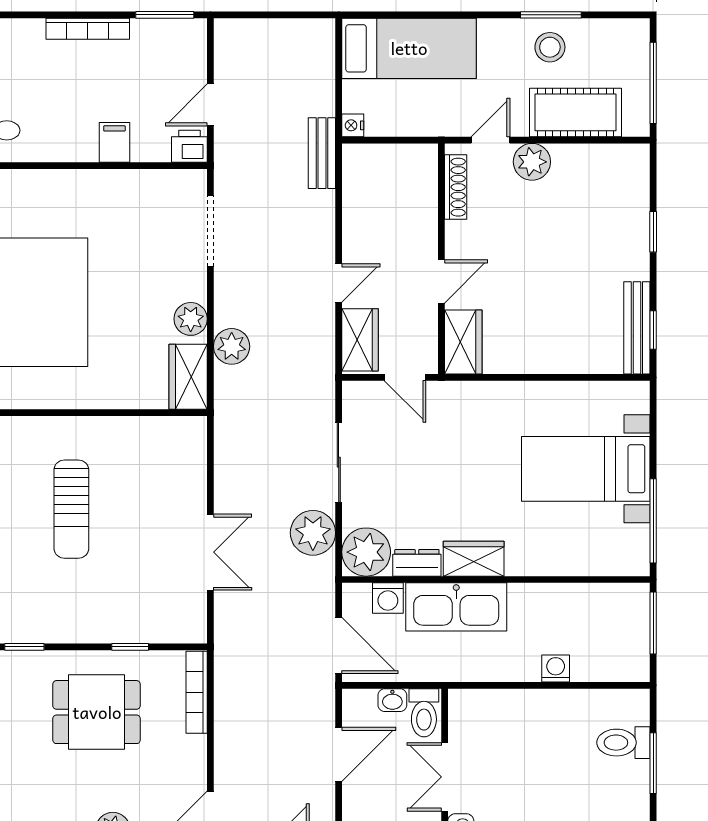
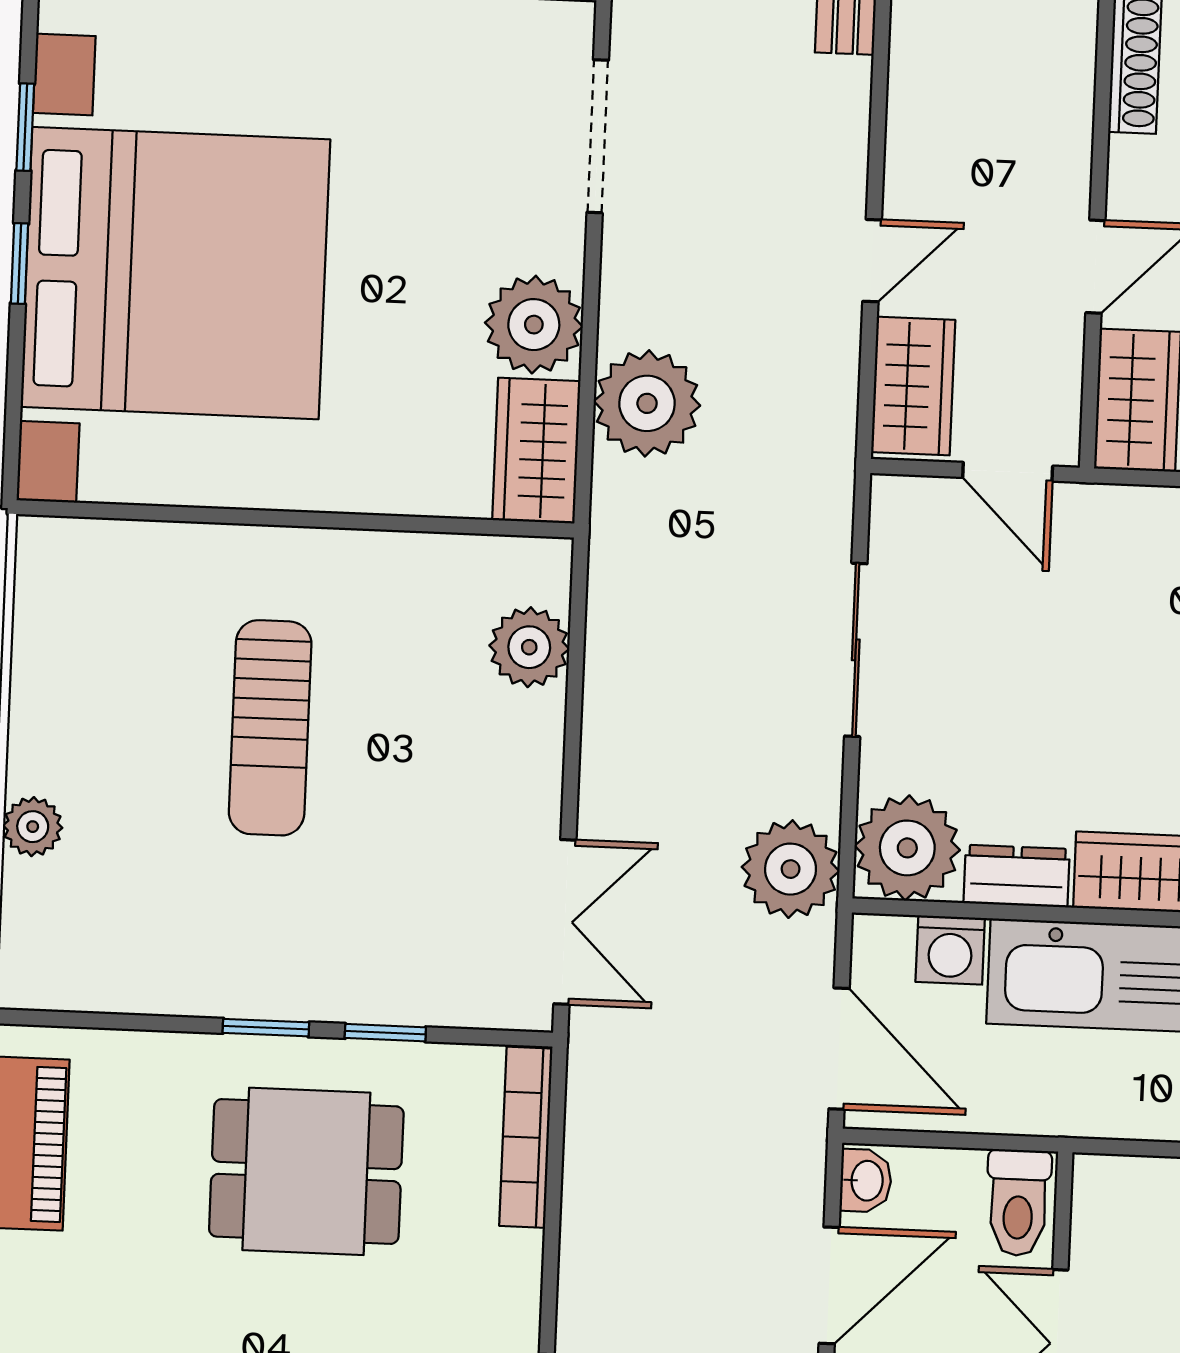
plant: (191, 319) -> (534, 325), width x1.36, depth x1.36
plant: (232, 346) -> (647, 403), width x1.36, depth x1.36
plant: (189, 467) -> (529, 647), added
plant: (313, 533) -> (791, 869), moved
double door: (210, 552) -> (565, 922), moved
window: (24, 647) -> (266, 1028), moved
washbasin: (392, 700) -> (866, 1181), moved, turned -90

